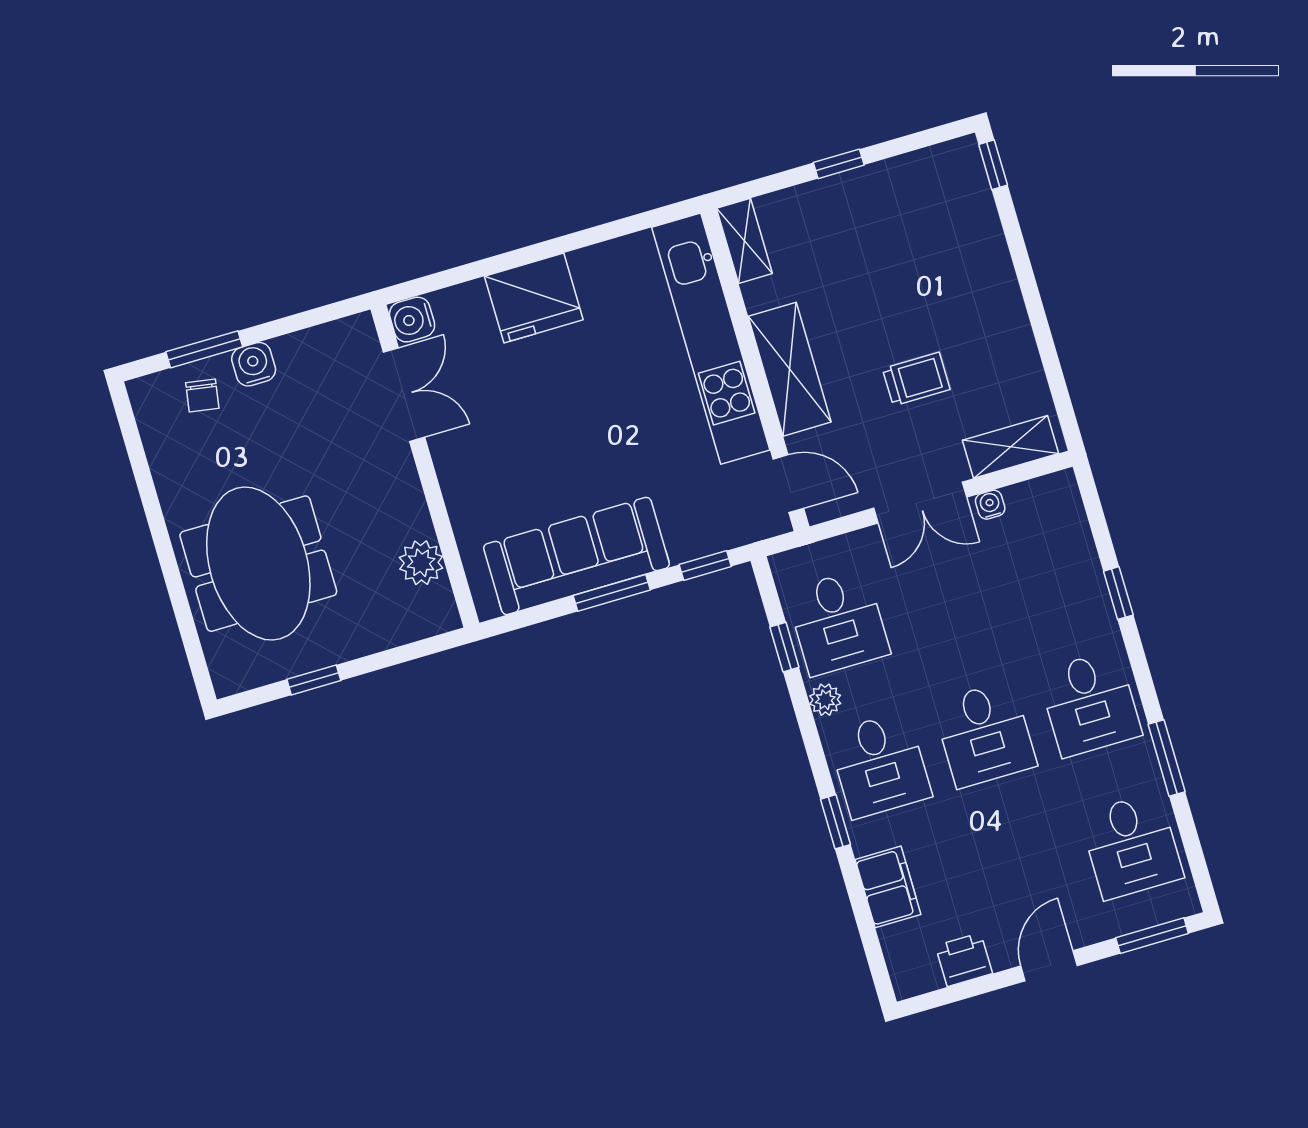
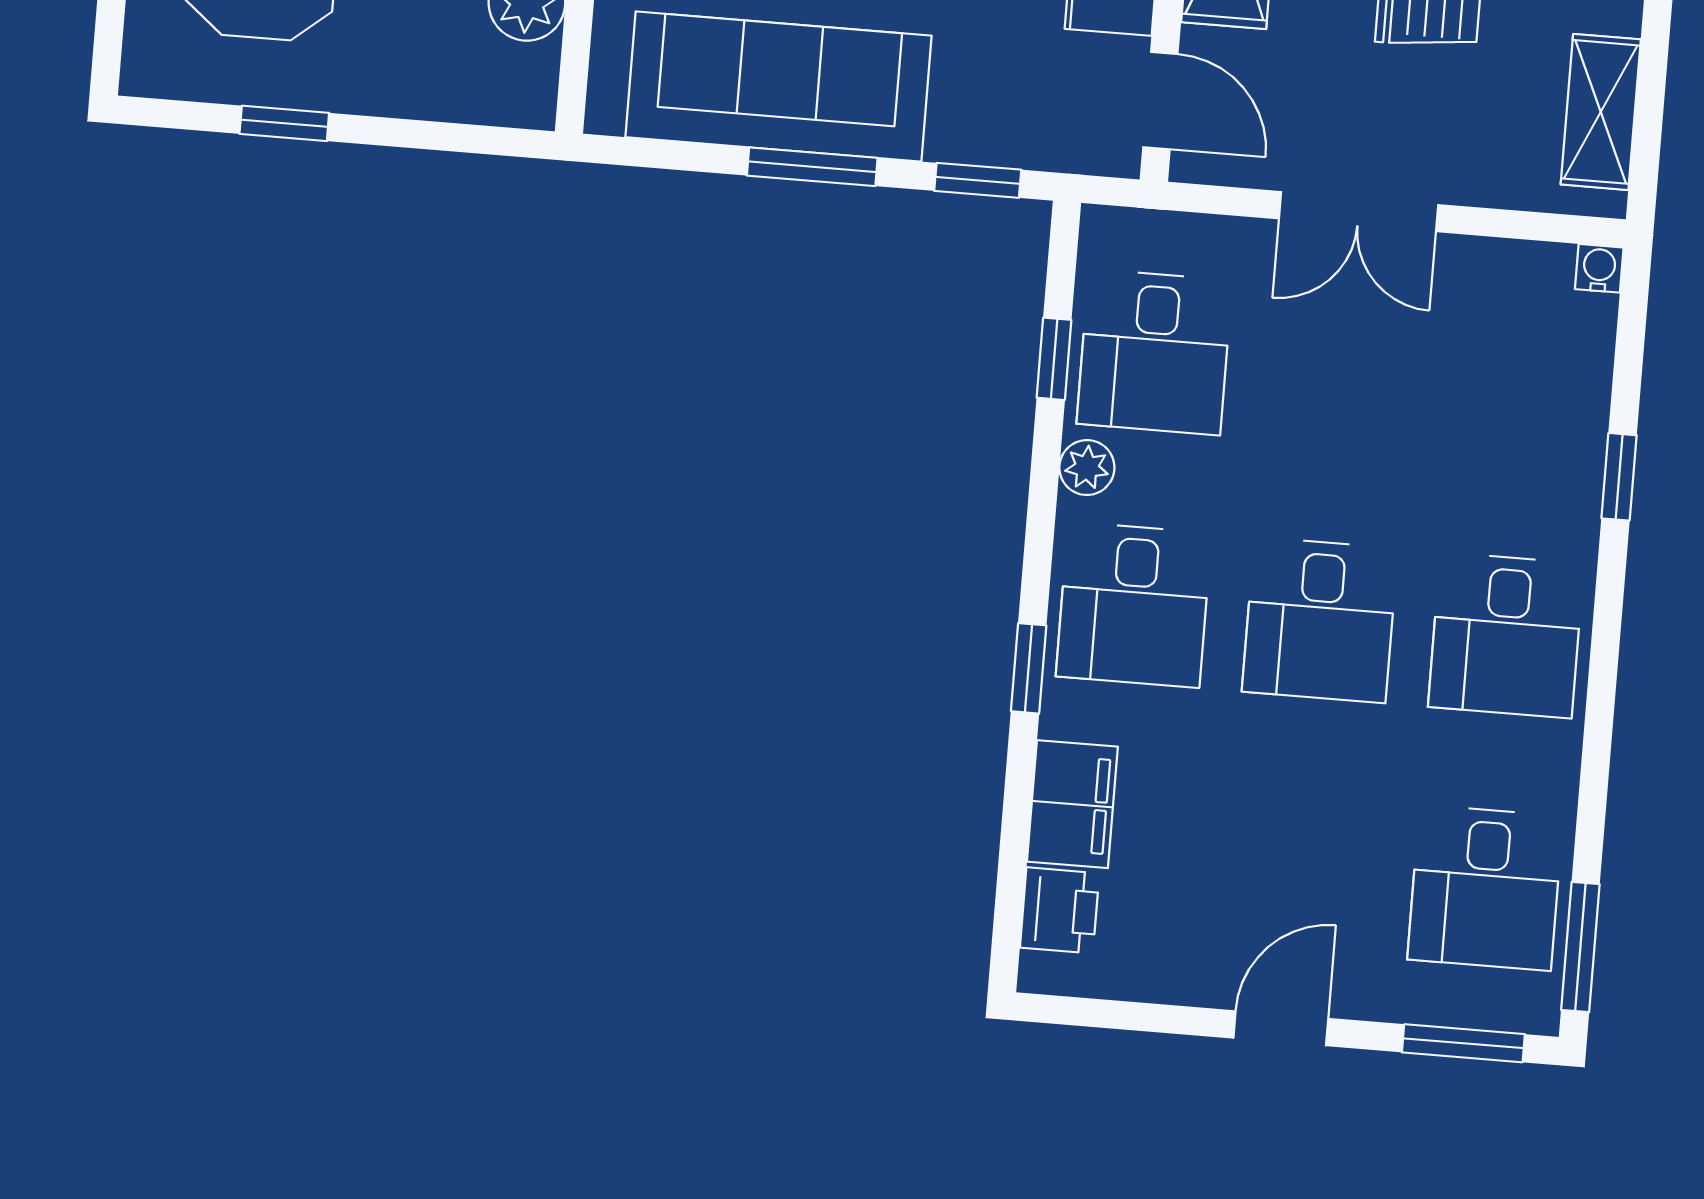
shelving: (1011, 447) -> (1601, 112), moved, turned 90
water cooler: (990, 505) -> (1599, 268), moved
window: (1167, 758) -> (1580, 947), moved
printer: (964, 960) -> (1060, 910), moved, turned 90

